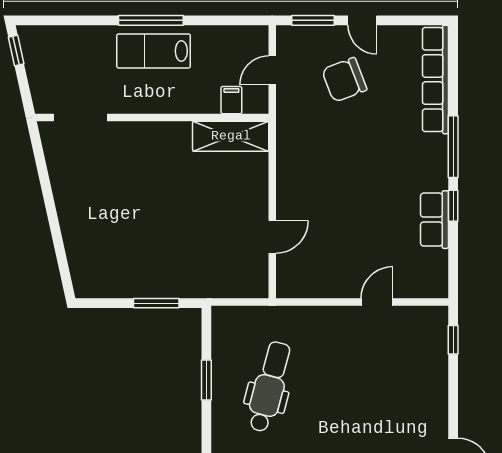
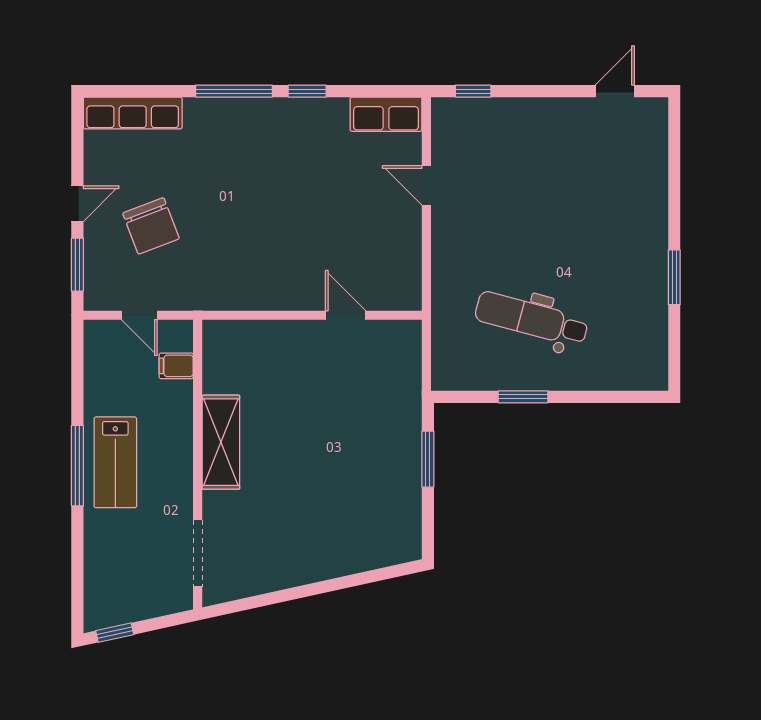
row of seats: (435, 80) -> (133, 113), width x0.73
shelving: (231, 136) -> (221, 442), moved
row of seats: (434, 220) -> (386, 114), moved

